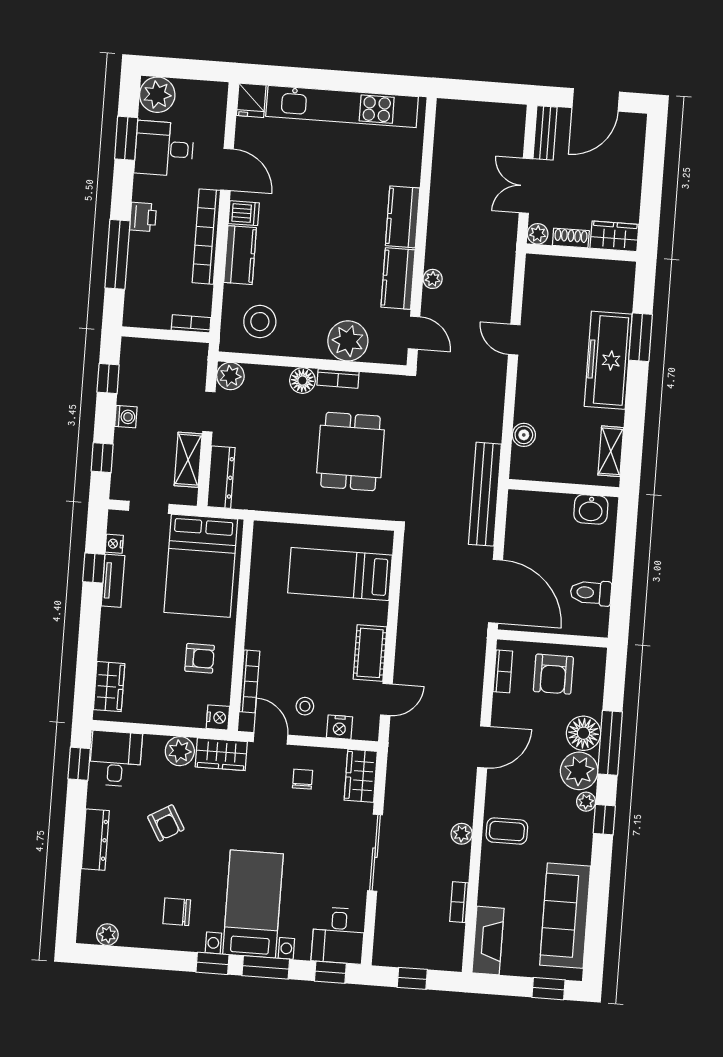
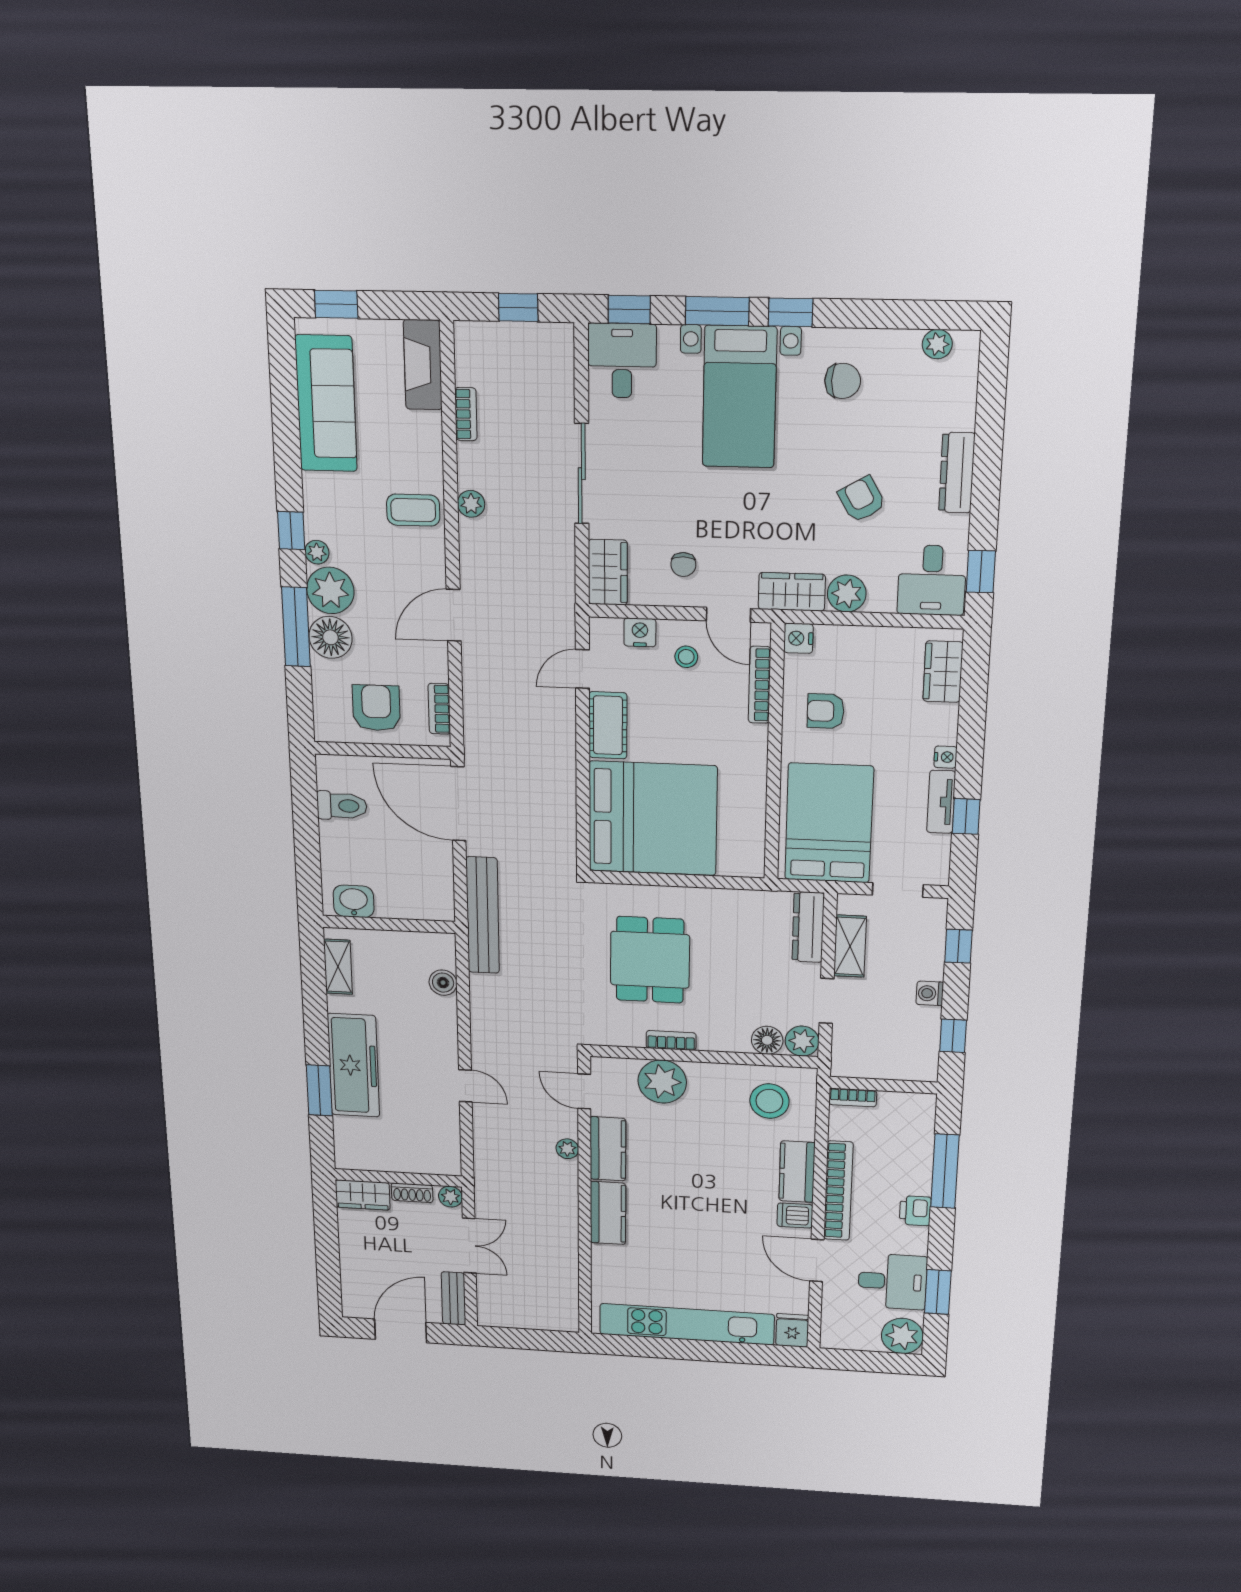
floor lamp: (302, 381) -> (767, 1040), moved
nightstand: (114, 544) -> (945, 757), moved
bed: (340, 574) -> (653, 818), width x2.04

